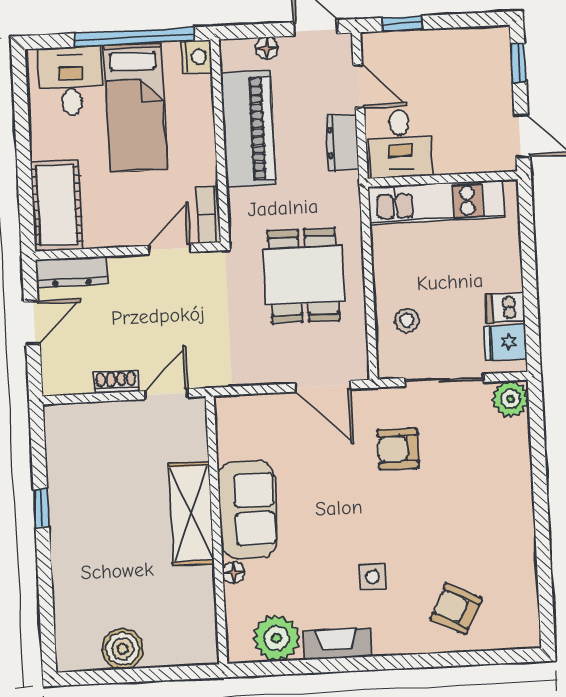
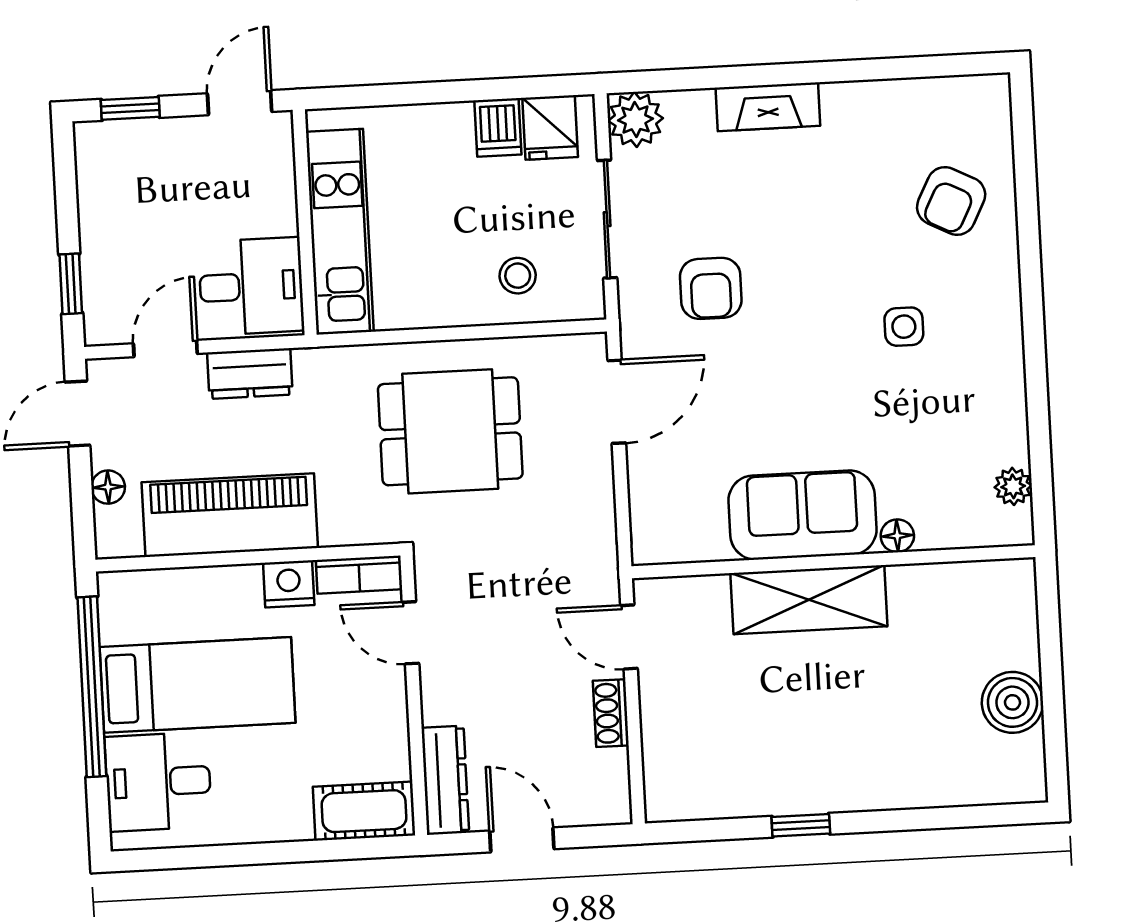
nightstand: (197, 57) -> (289, 584), moved
cot: (57, 205) -> (364, 811), width x0.73, depth x0.75
plant: (277, 638) -> (1013, 486), width x0.53, depth x0.53
fireplace: (337, 644) -> (768, 107), moved, turned -90

